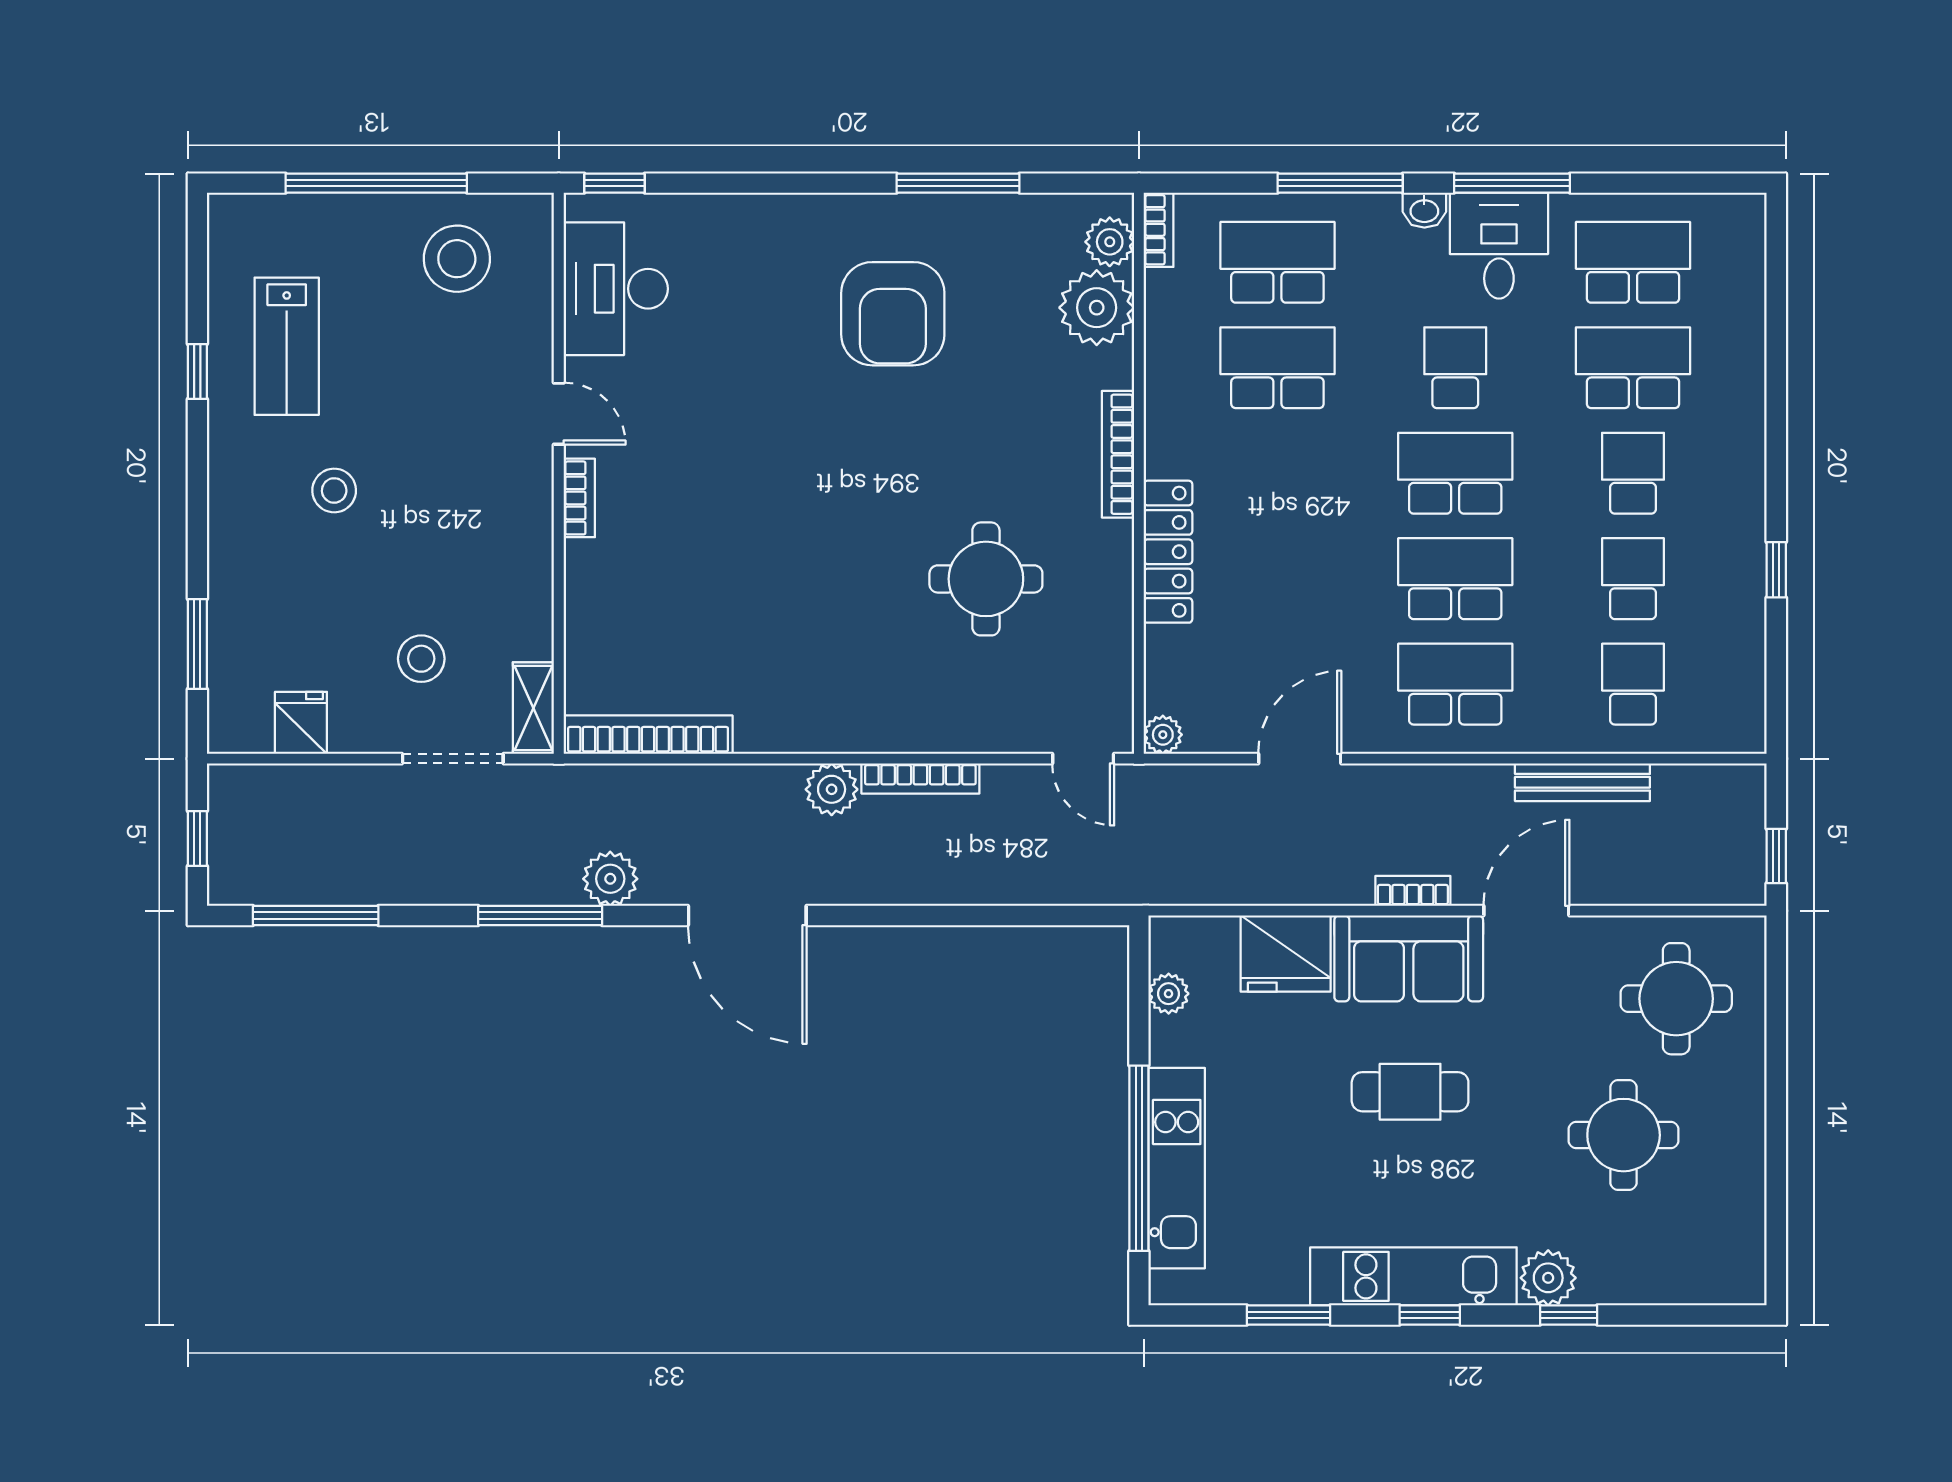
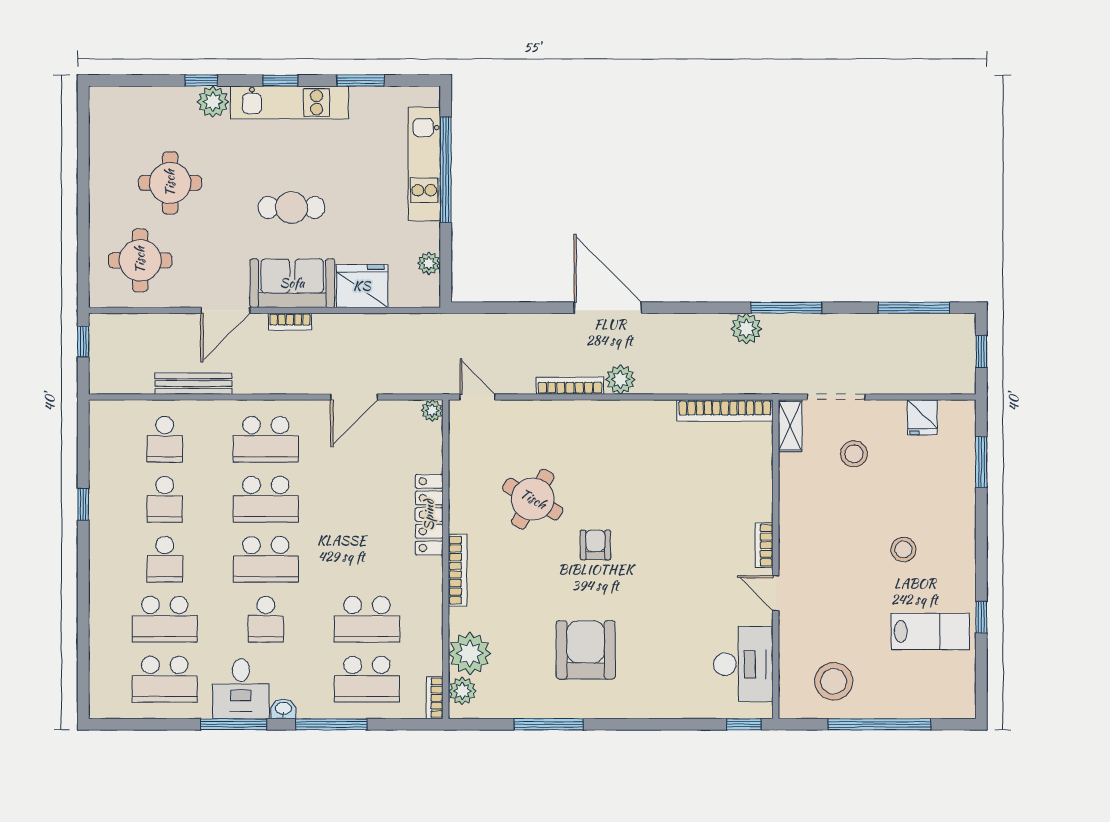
lab bench: (287, 346) -> (930, 631), turned 90
armchair: (876, 498) -> (595, 545), added
round table: (986, 579) -> (533, 499), turned 30
door: (747, 915) -> (608, 308), moved

